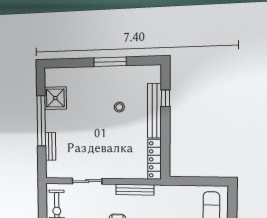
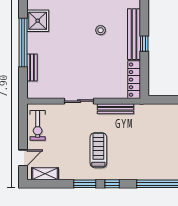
window: (165, 98) -> (144, 44), moved
sliding door: (87, 181) -> (79, 101), moved

